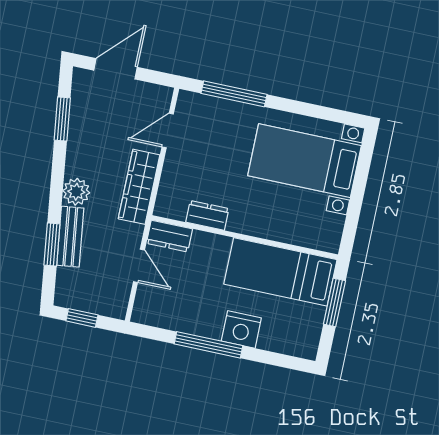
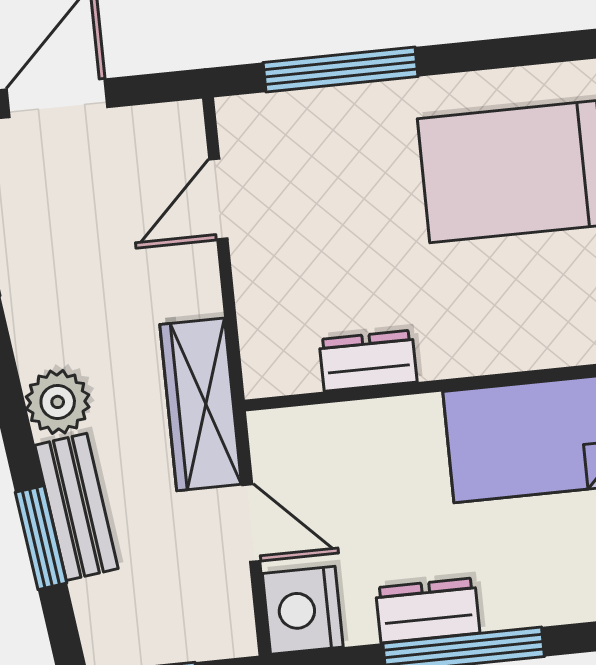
wardrobe: (139, 187) -> (201, 404), moved
dresser: (169, 236) -> (428, 610), moved, turned 180
nightstand: (241, 329) -> (303, 610), moved, turned 90

